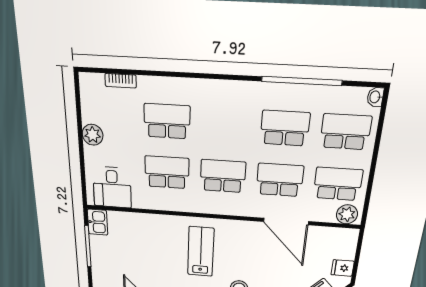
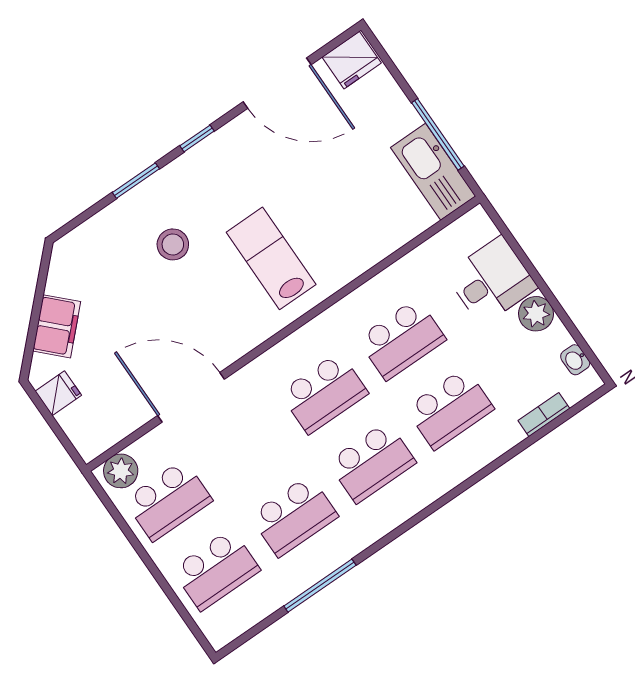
window: (302, 81) -> (320, 586), width x0.68
washbasin: (375, 97) -> (575, 360), moved, turned 180
school desk: (280, 180) -> (372, 462), moved
desk: (112, 187) -> (491, 281), moved, turned 90
kitchen sink: (98, 222) -> (433, 172), width x1.87, depth x1.24
lab bench: (201, 252) -> (271, 258), turned 180

